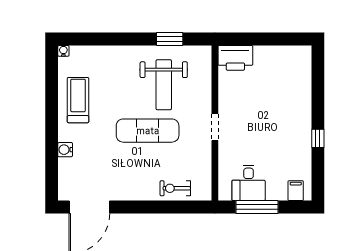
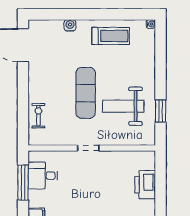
printer: (235, 58) -> (145, 185), moved

